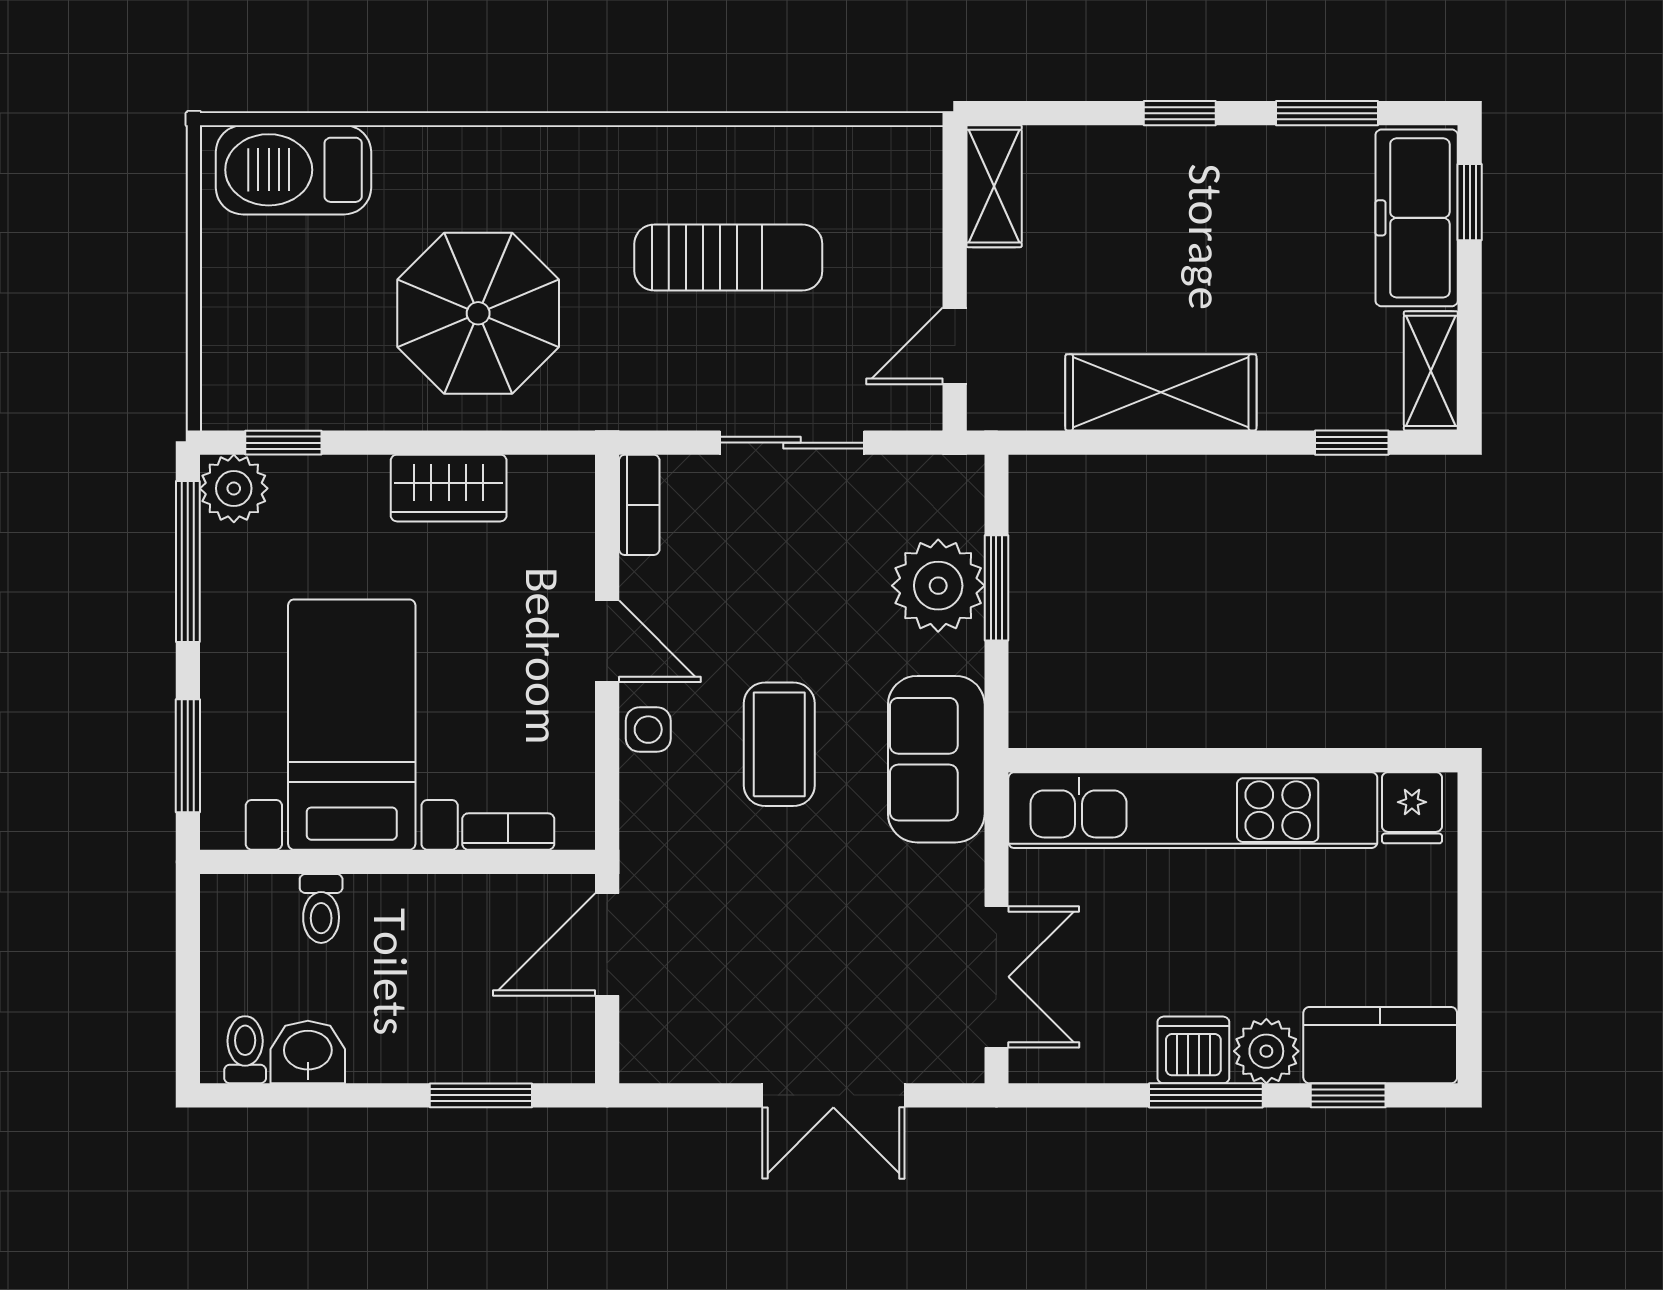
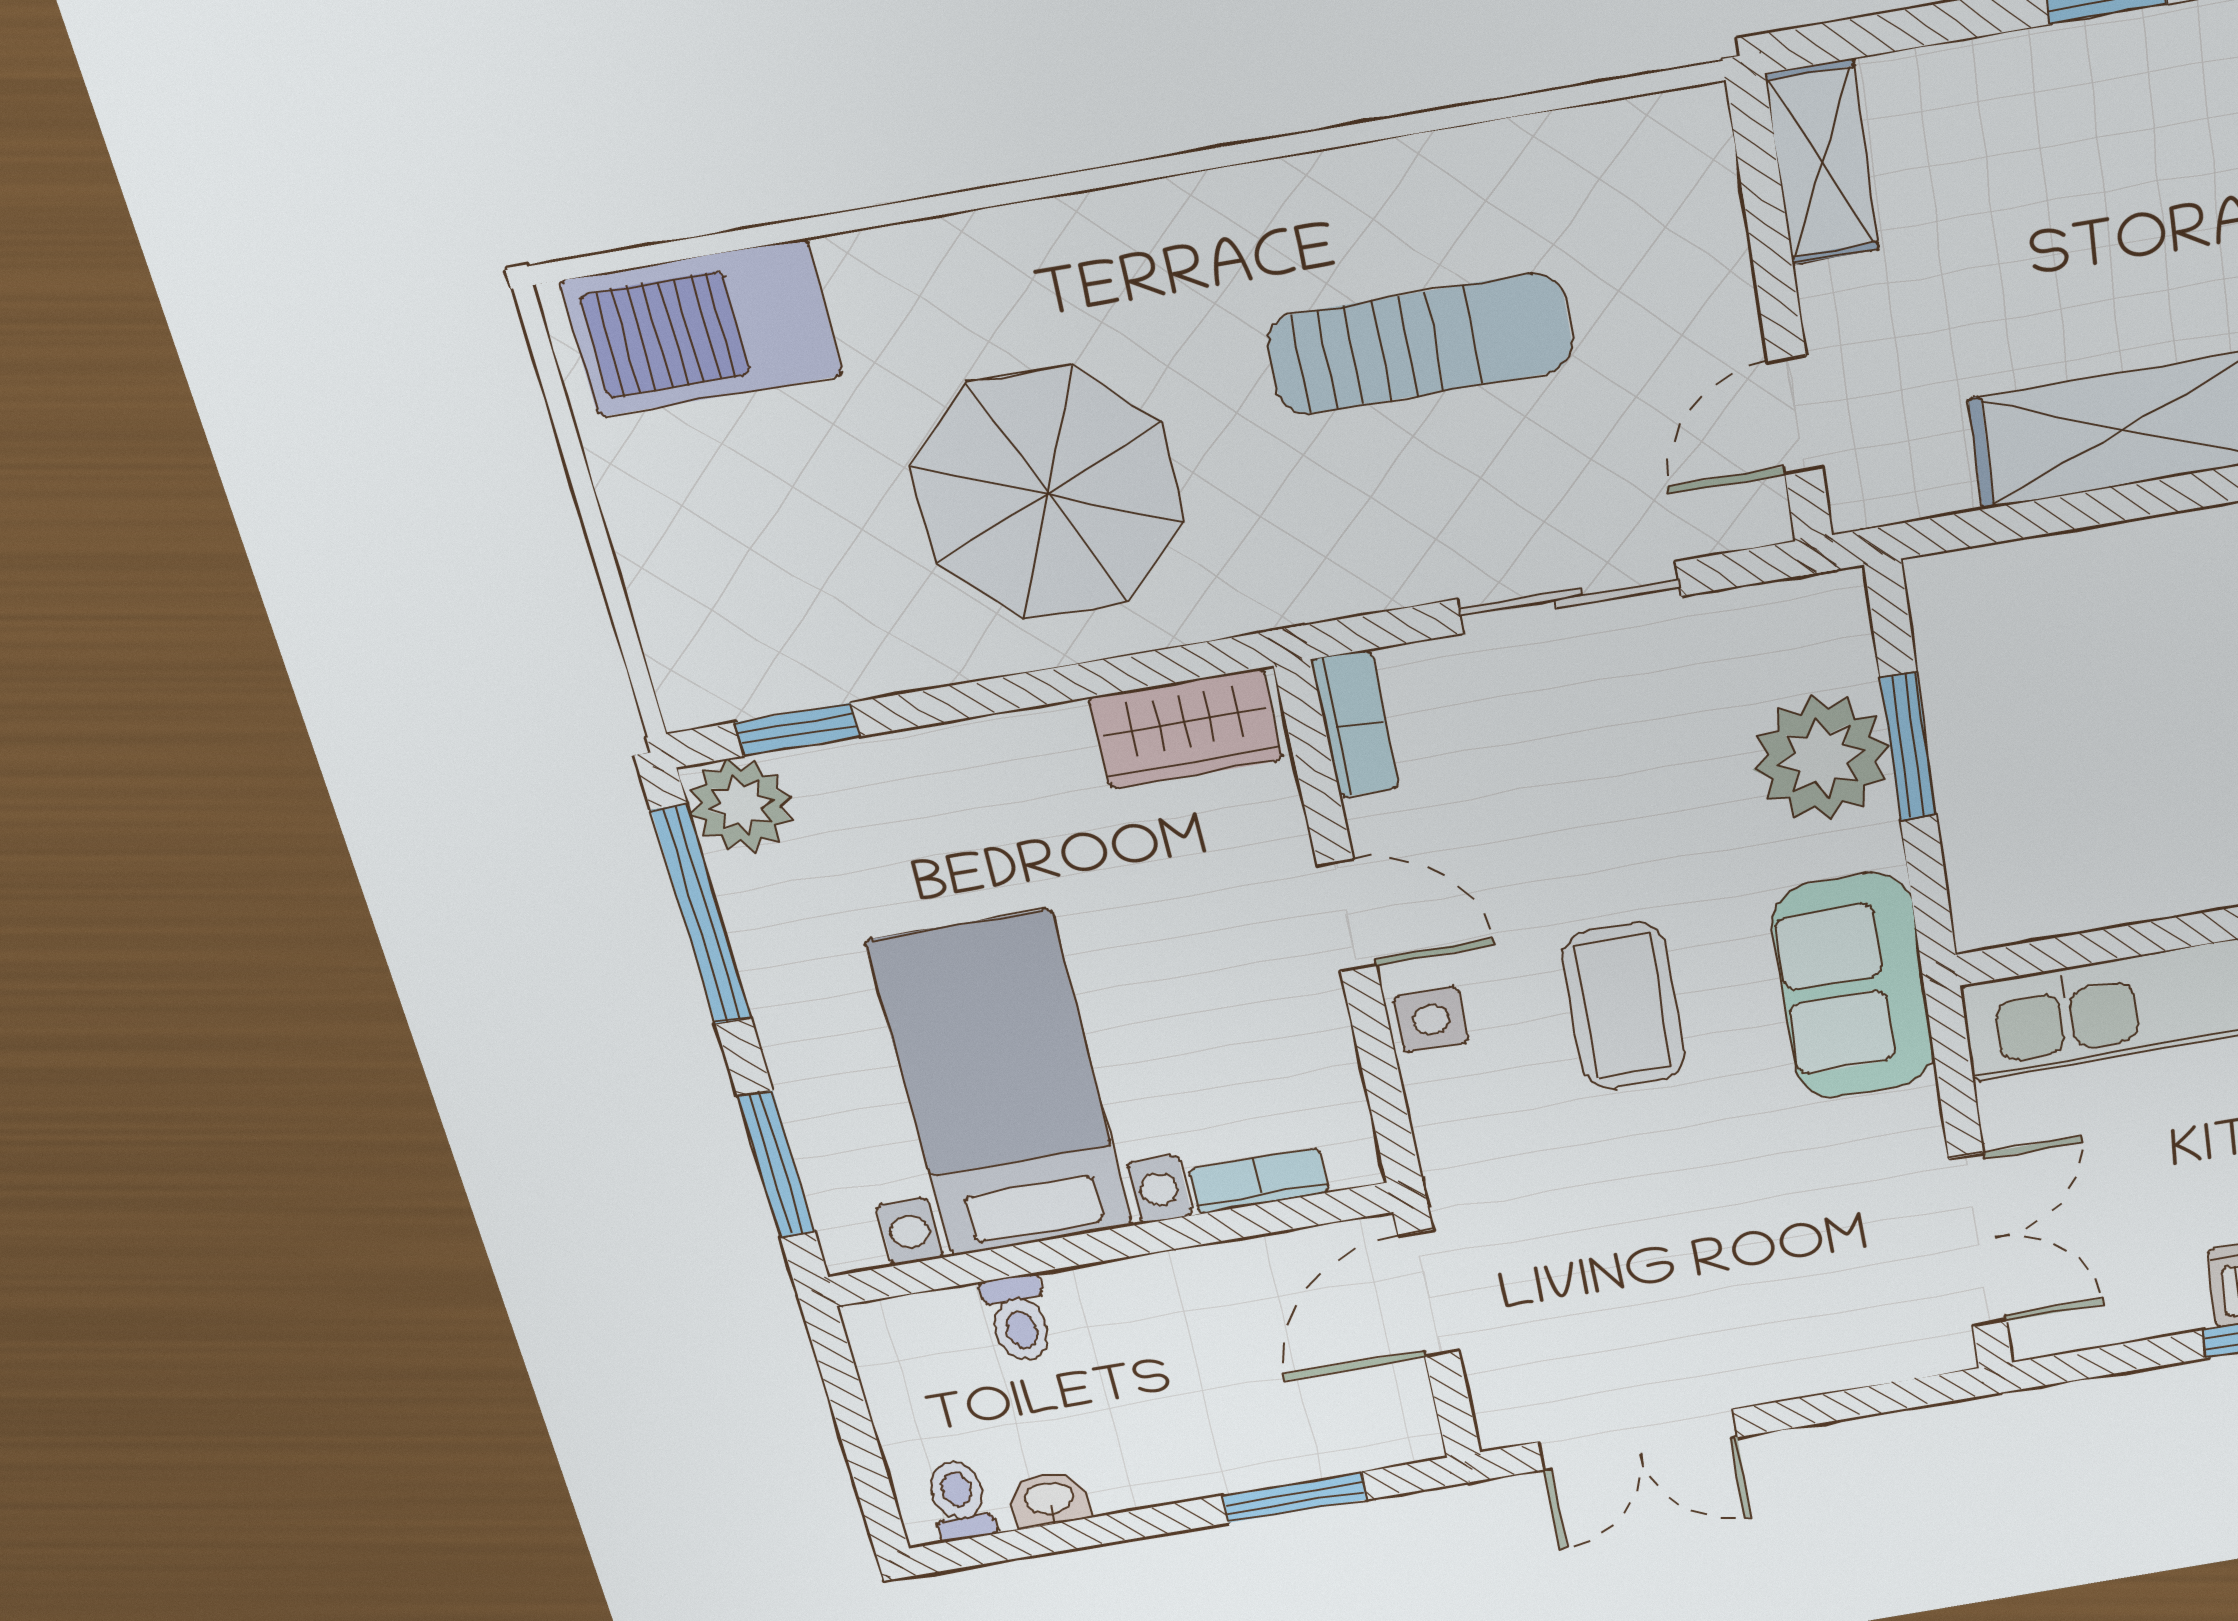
wardrobe: (449, 488) -> (1186, 729), moved
washbasin: (308, 1052) -> (1049, 1499), width x0.72, depth x0.69
double door: (833, 1095) -> (1638, 1440), moved

